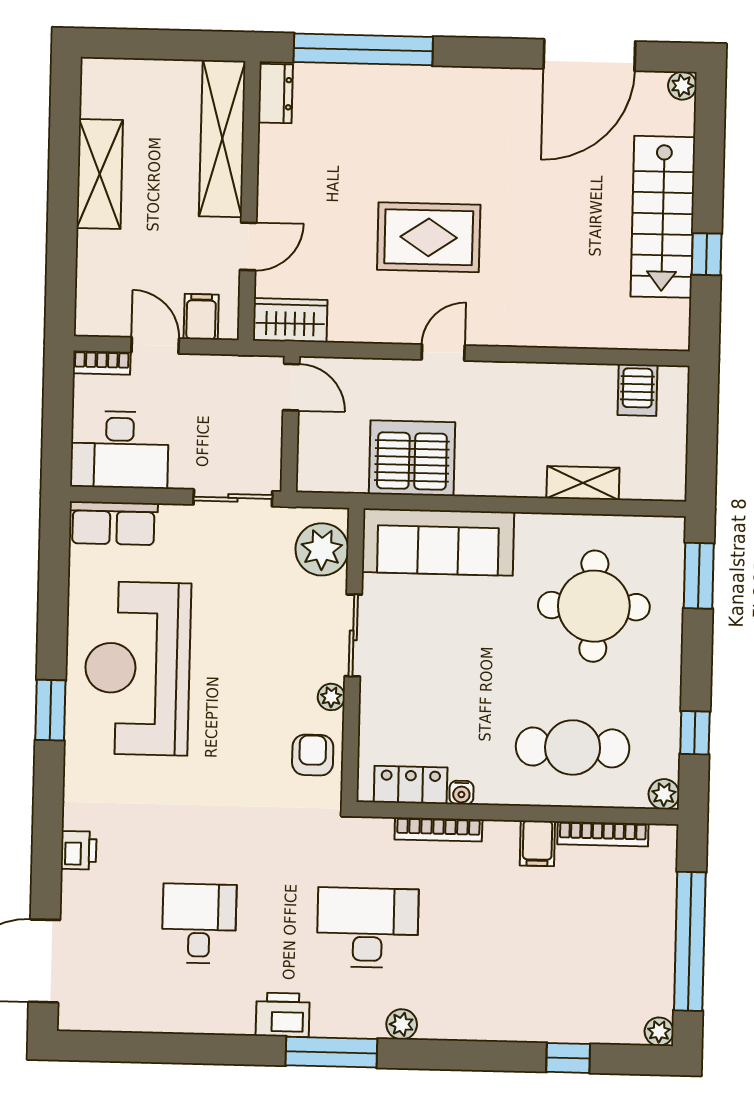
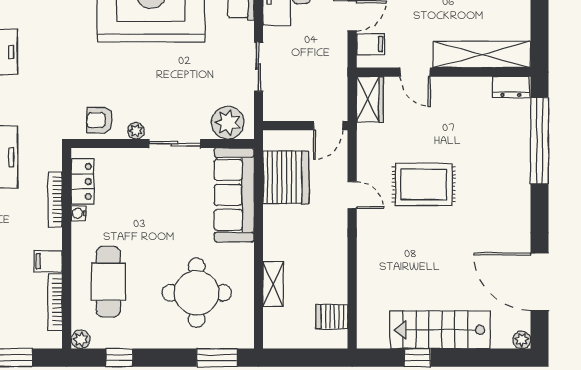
rug: (429, 237) -> (424, 184), turned 90
door: (291, 387) -> (328, 126), moved
wall: (290, 424) -> (305, 126), moved
armchair: (313, 755) -> (100, 120), turned 180

